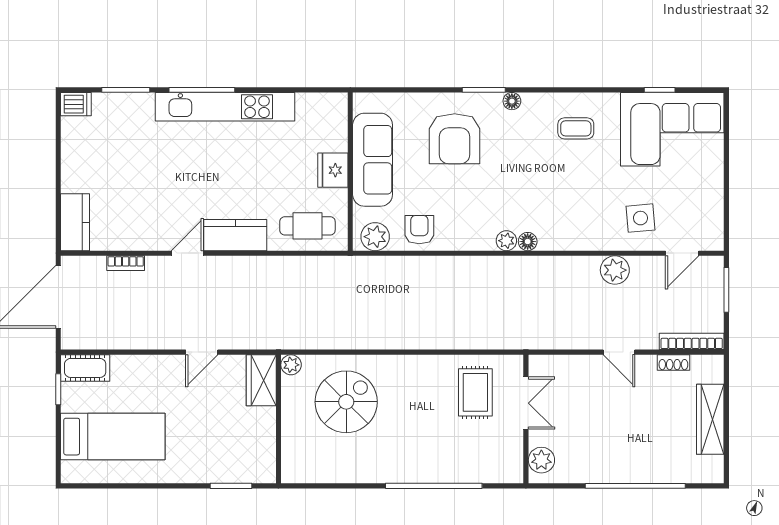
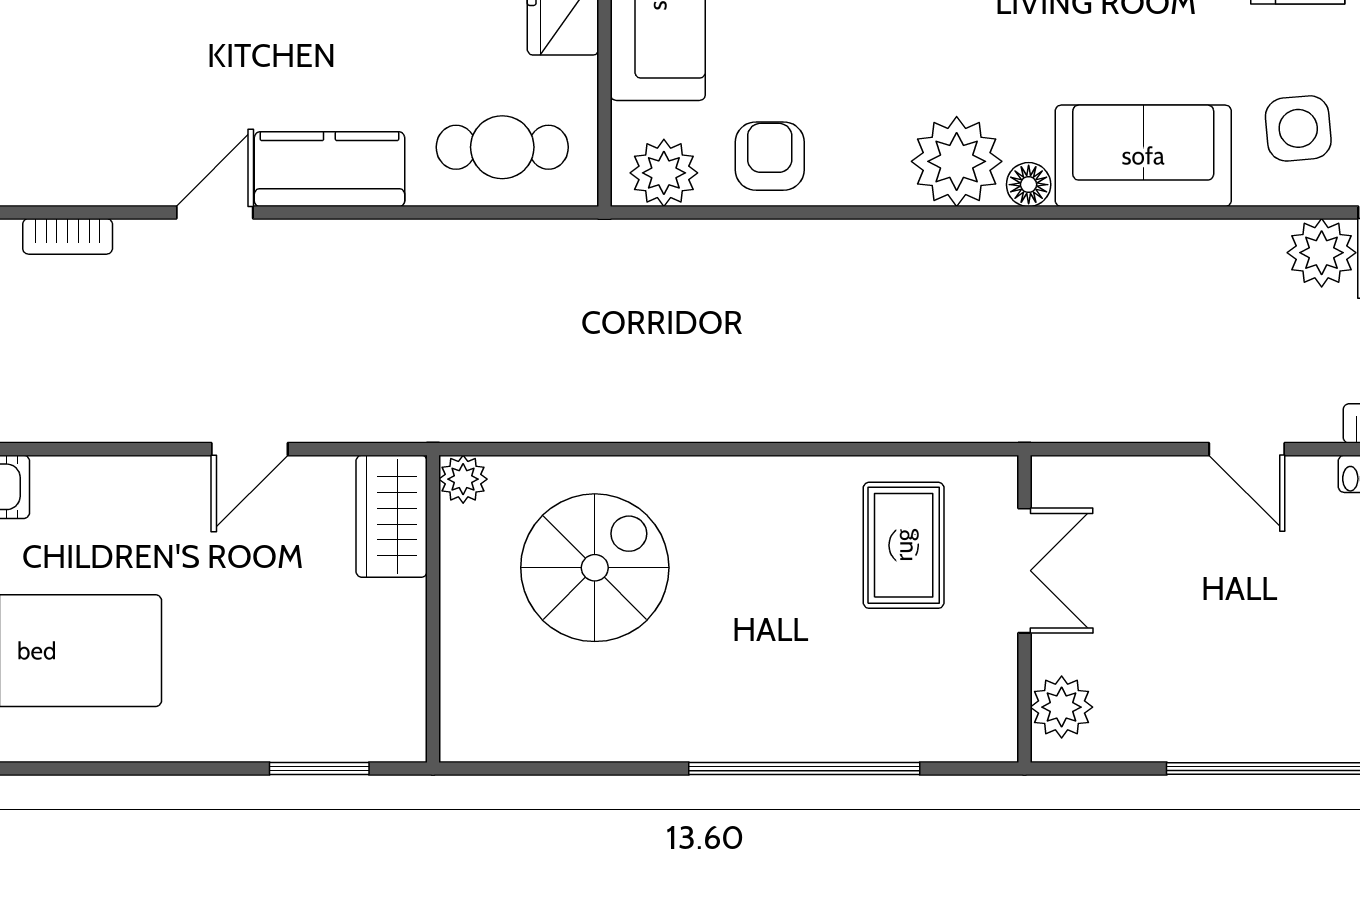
sofa: (576, 229) -> (1143, 156), added
plant: (506, 241) -> (957, 161), width x1.88, depth x1.88
plant: (615, 270) -> (1322, 253), moved

